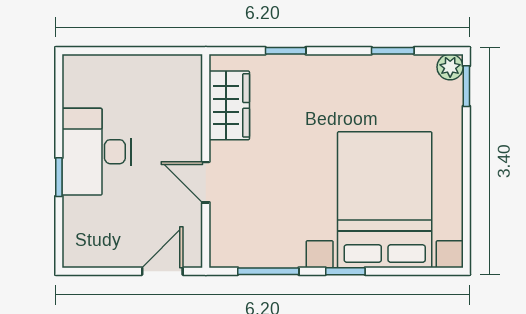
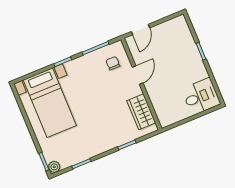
desk: (96, 152) -> (201, 96), moved, width x0.73
door: (206, 182) -> (138, 75), hinge flipped
bed with nightstands: (385, 200) -> (50, 103), width x0.73
chair: (246, 227) -> (113, 63), added

